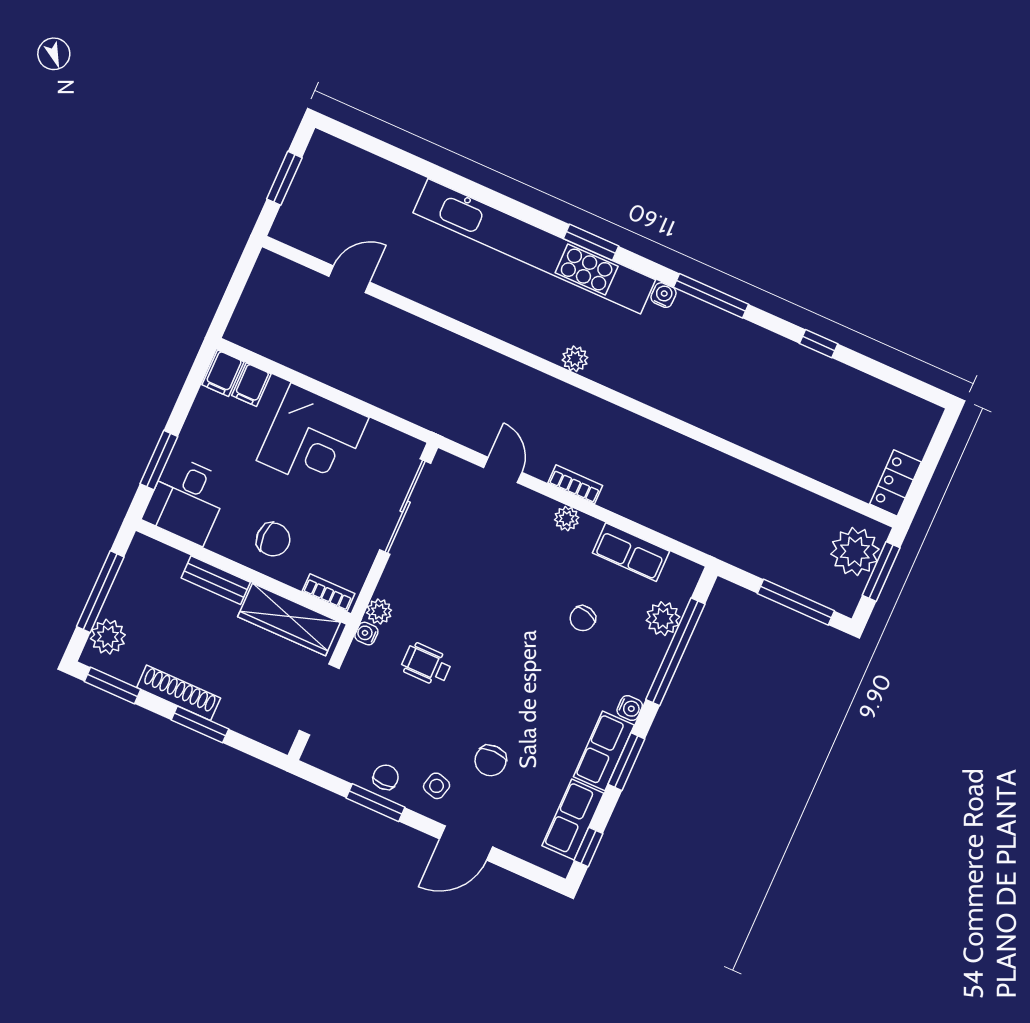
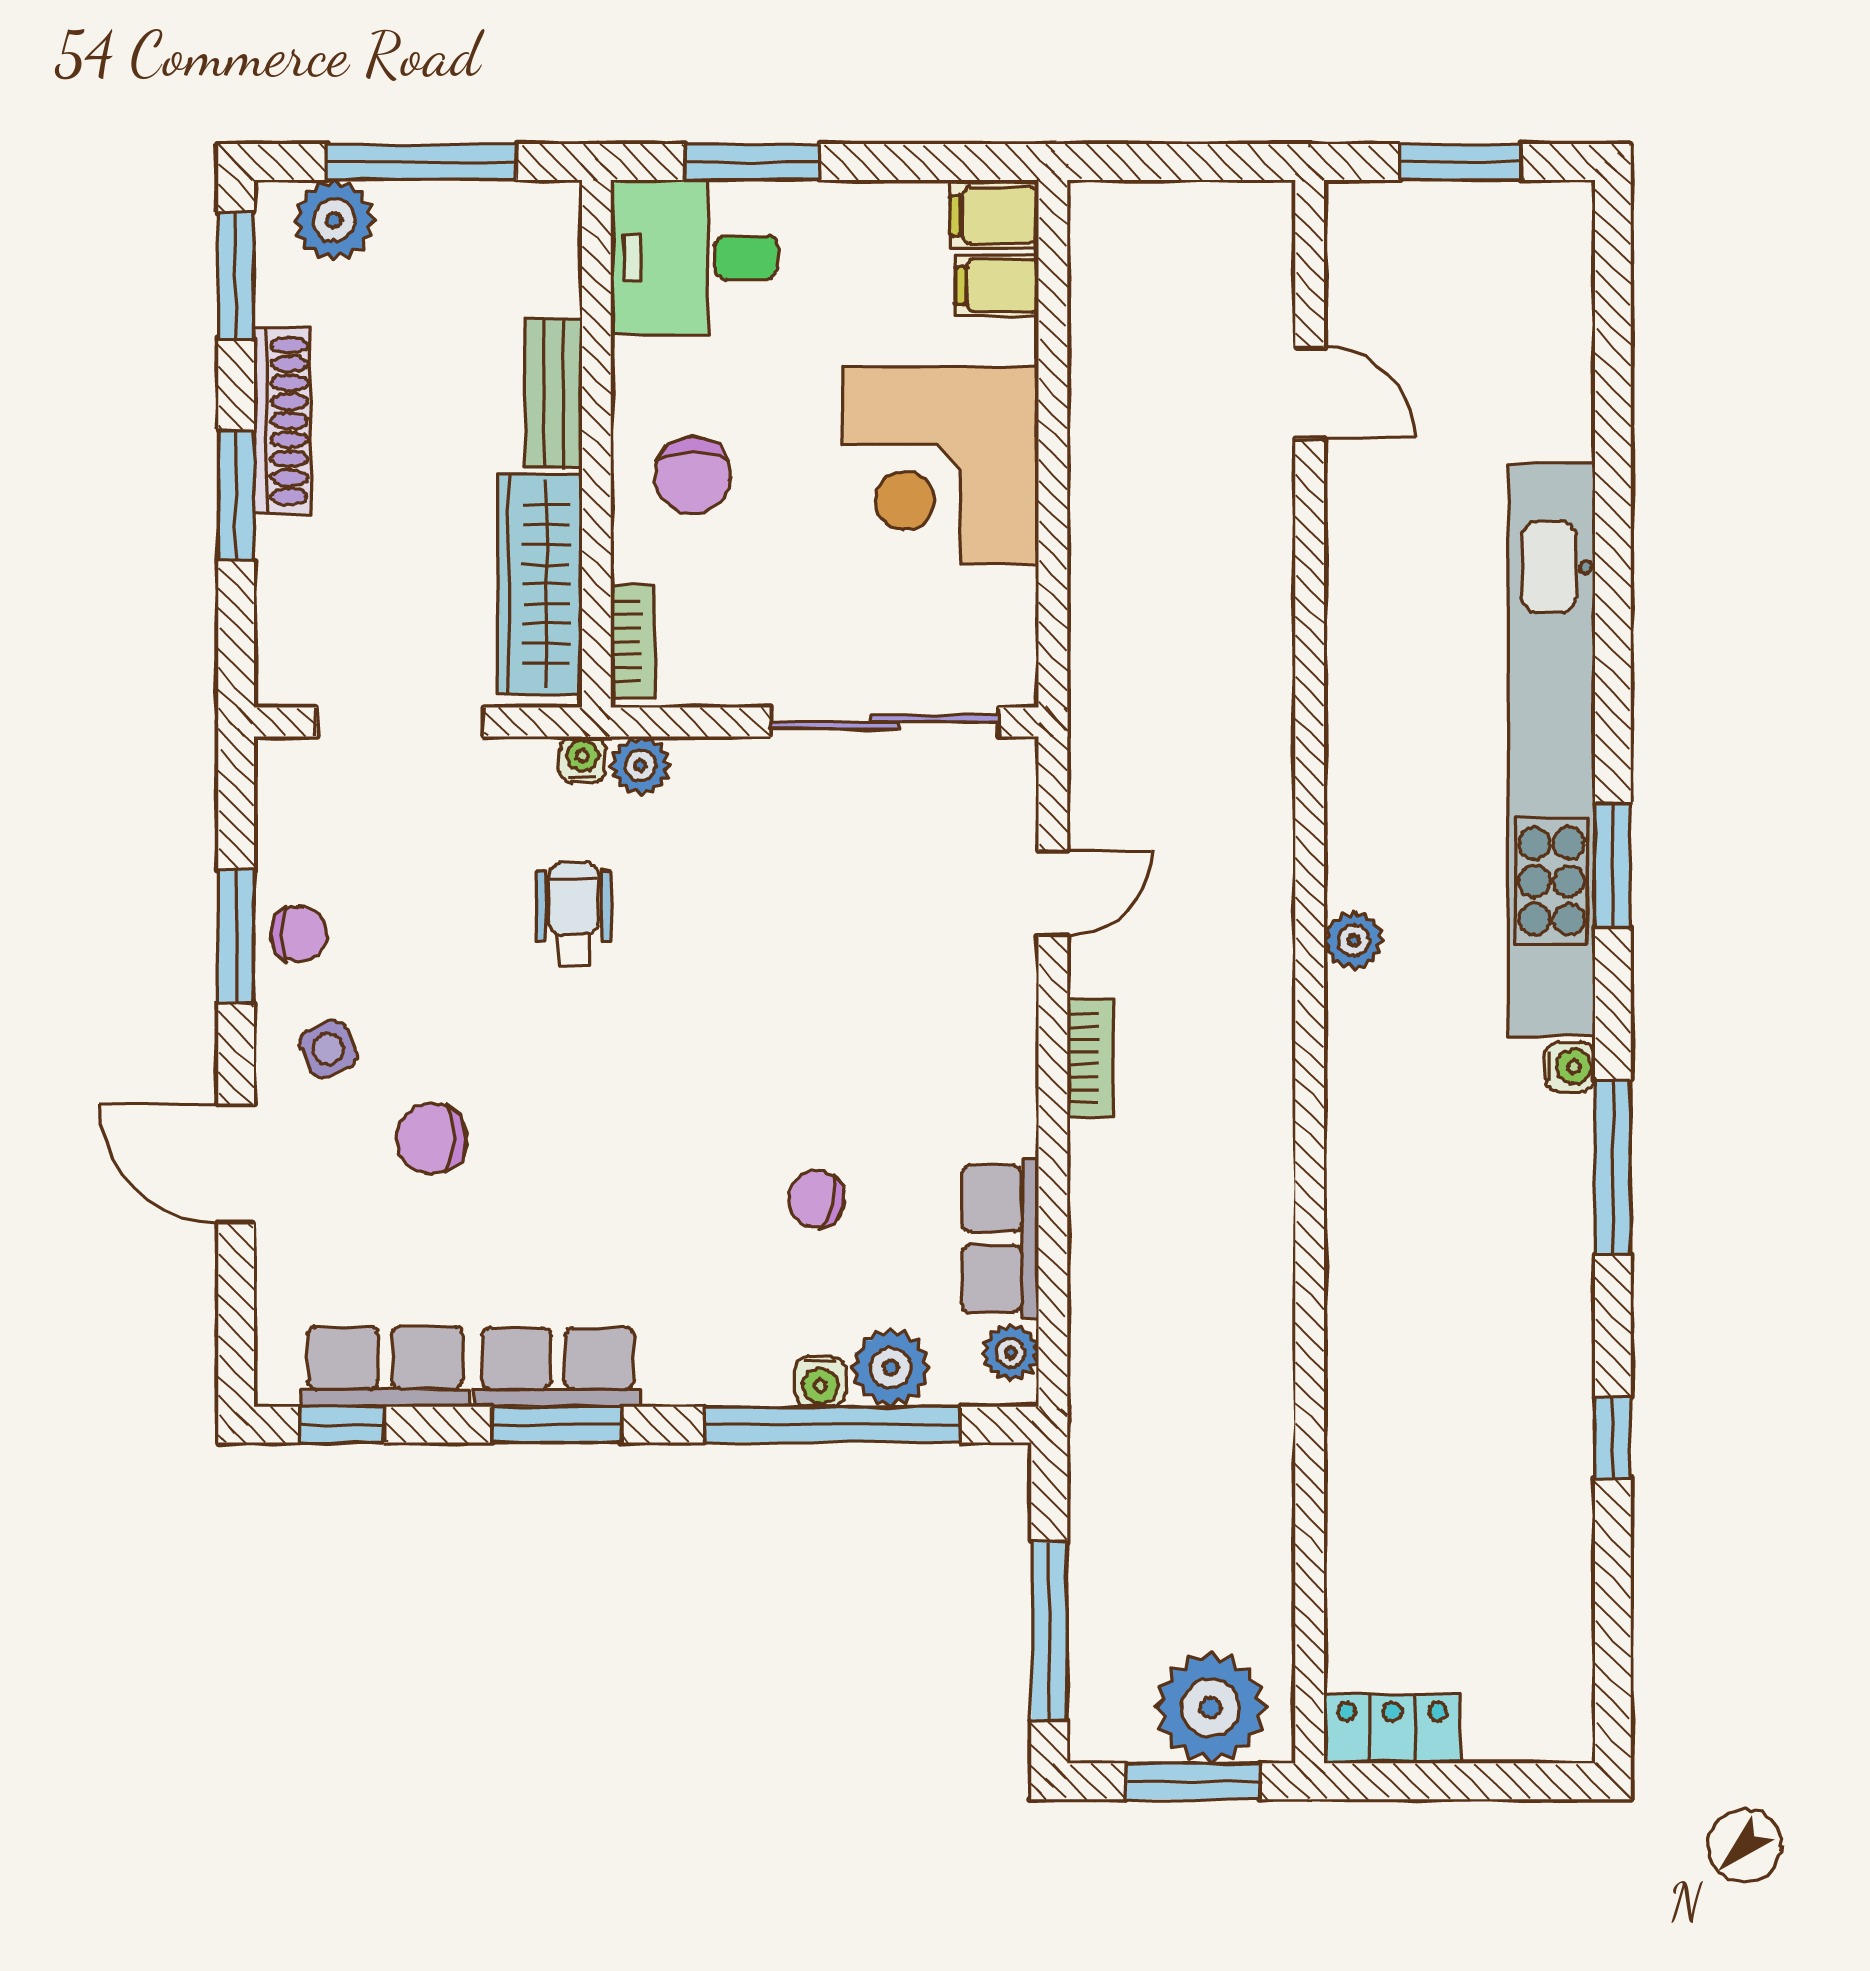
plant: (567, 519) -> (1010, 1353), moved
water cooler: (630, 708) -> (820, 1381), moved
side table: (437, 786) -> (328, 1049), turned -38

